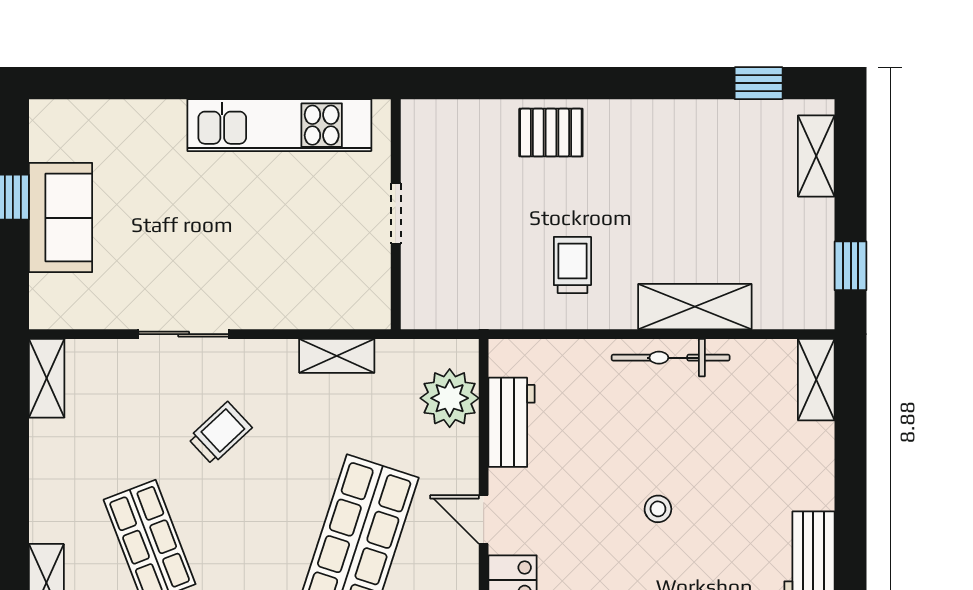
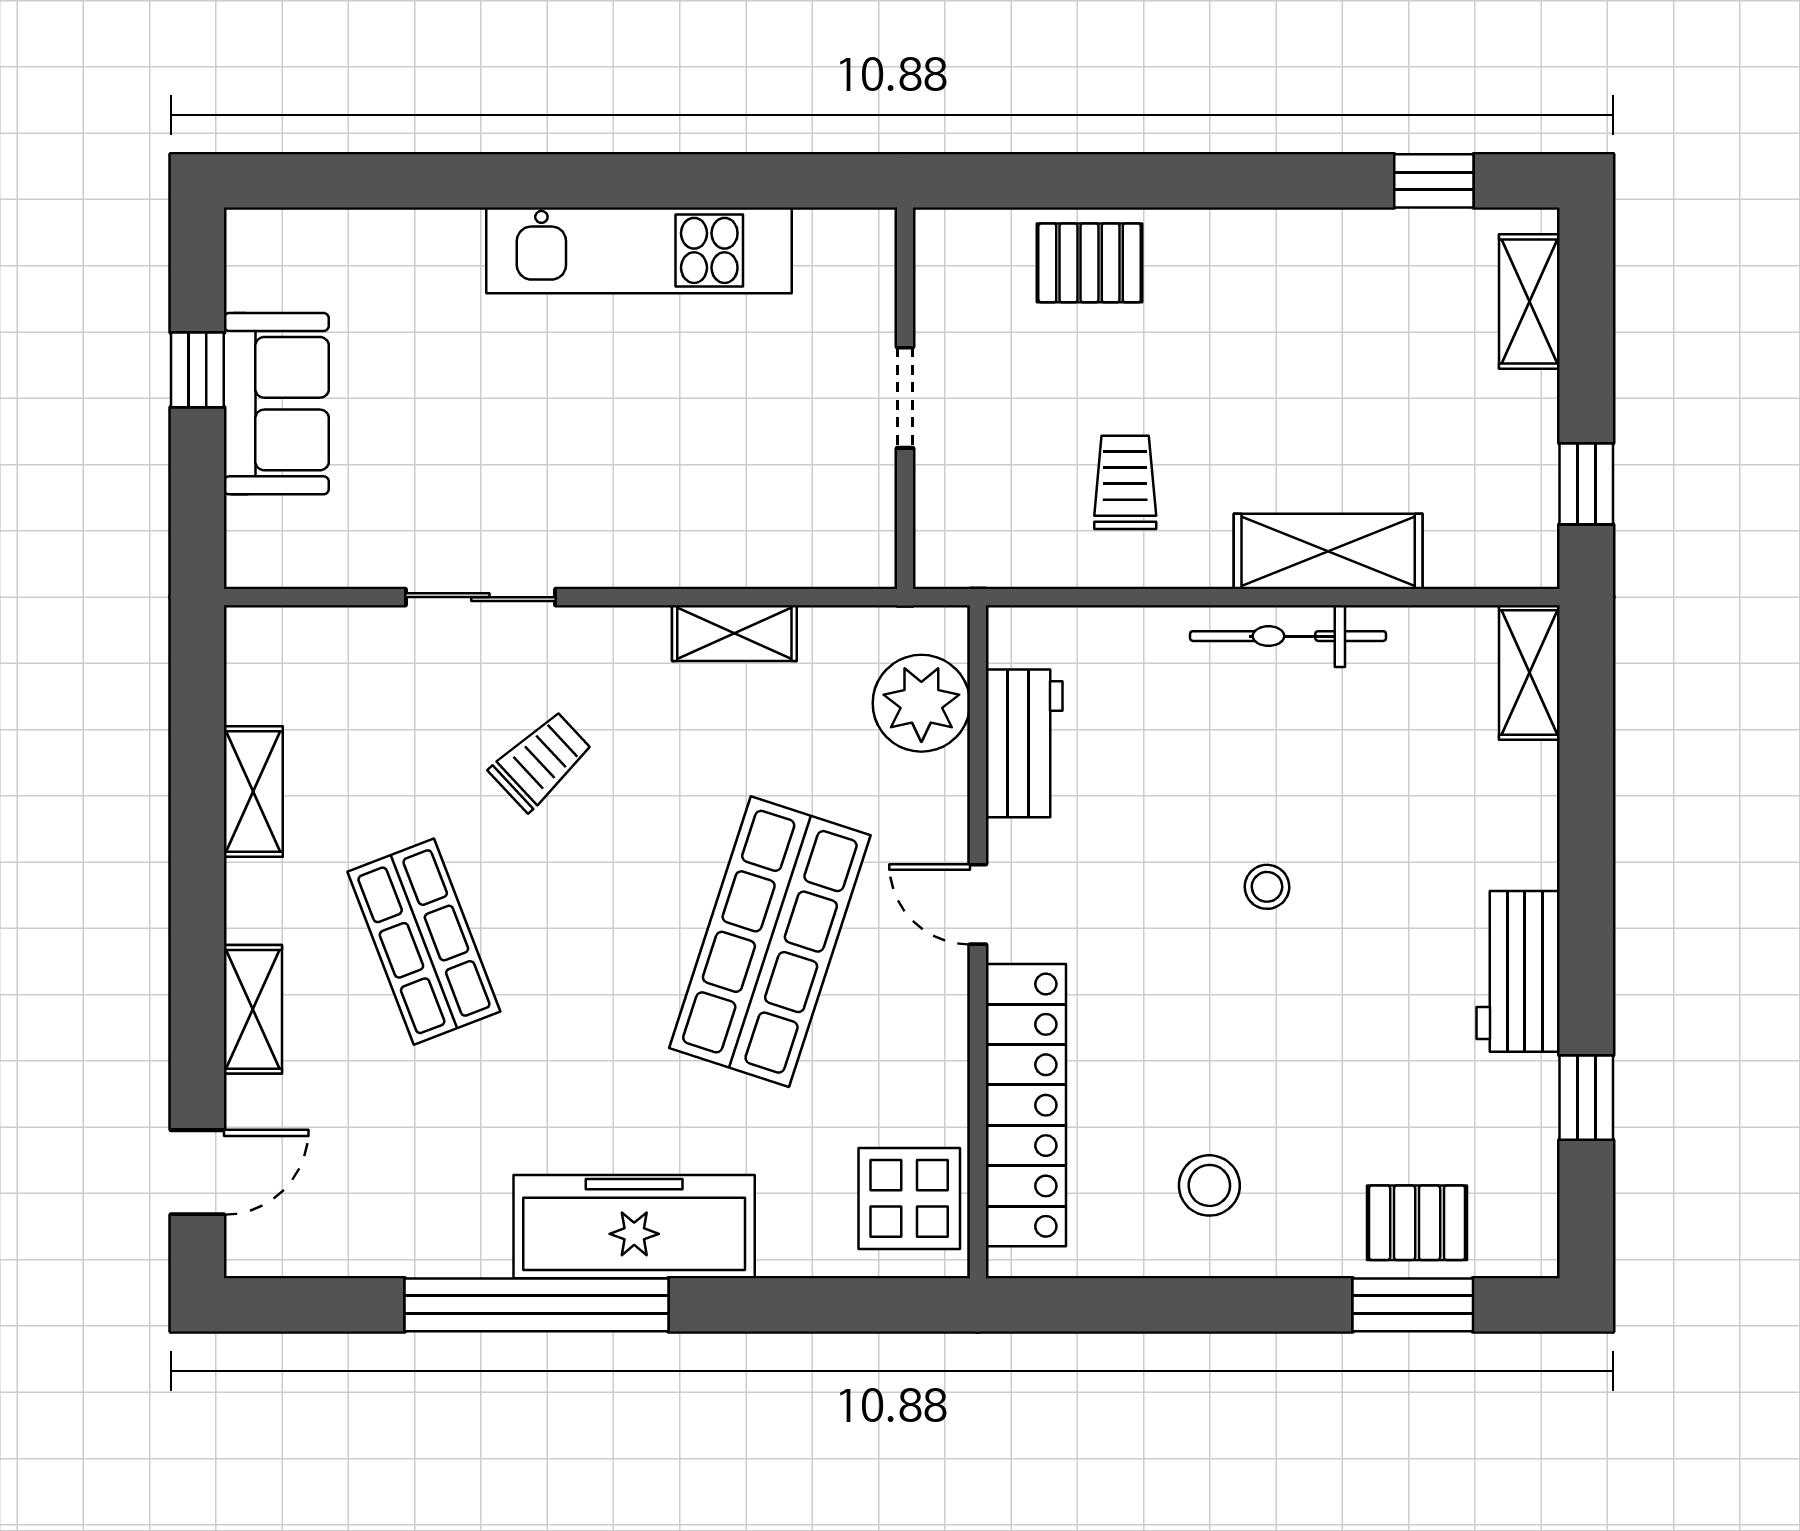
doorway: (396, 214) -> (905, 398), moved
wall: (396, 214) -> (905, 398), moved
shelving: (47, 378) -> (253, 791), moved

